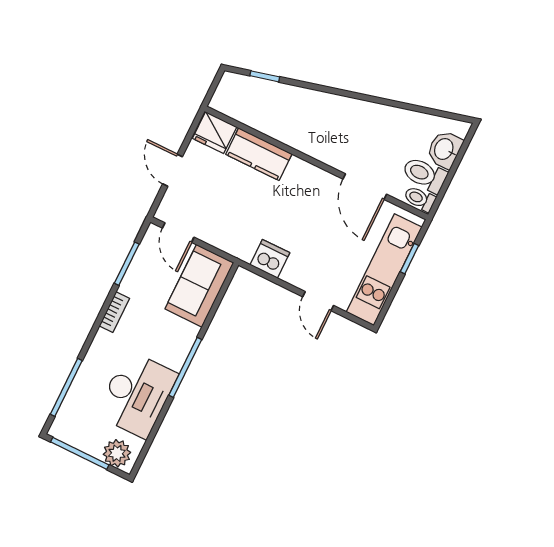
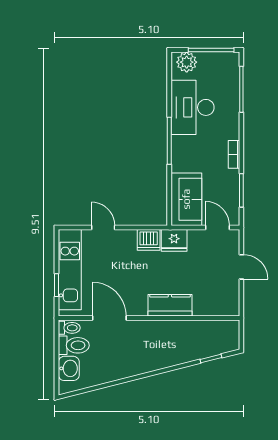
fridge: (215, 133) -> (174, 240), moved, turned 180
kitchen counter: (259, 154) -> (170, 305), moved

